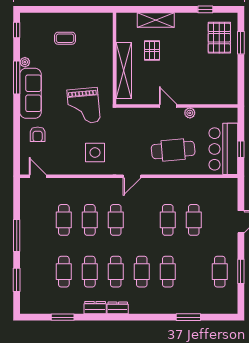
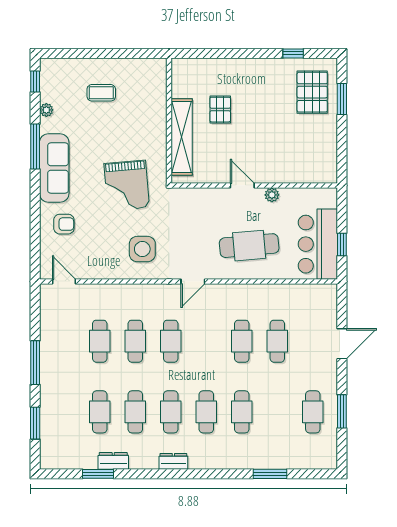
shelving: (156, 20) -> (225, 68), removed
plant: (25, 62) -> (46, 110), moved
armchair: (38, 134) -> (64, 224), turned -90
dresser: (95, 308) -> (113, 461), moved

